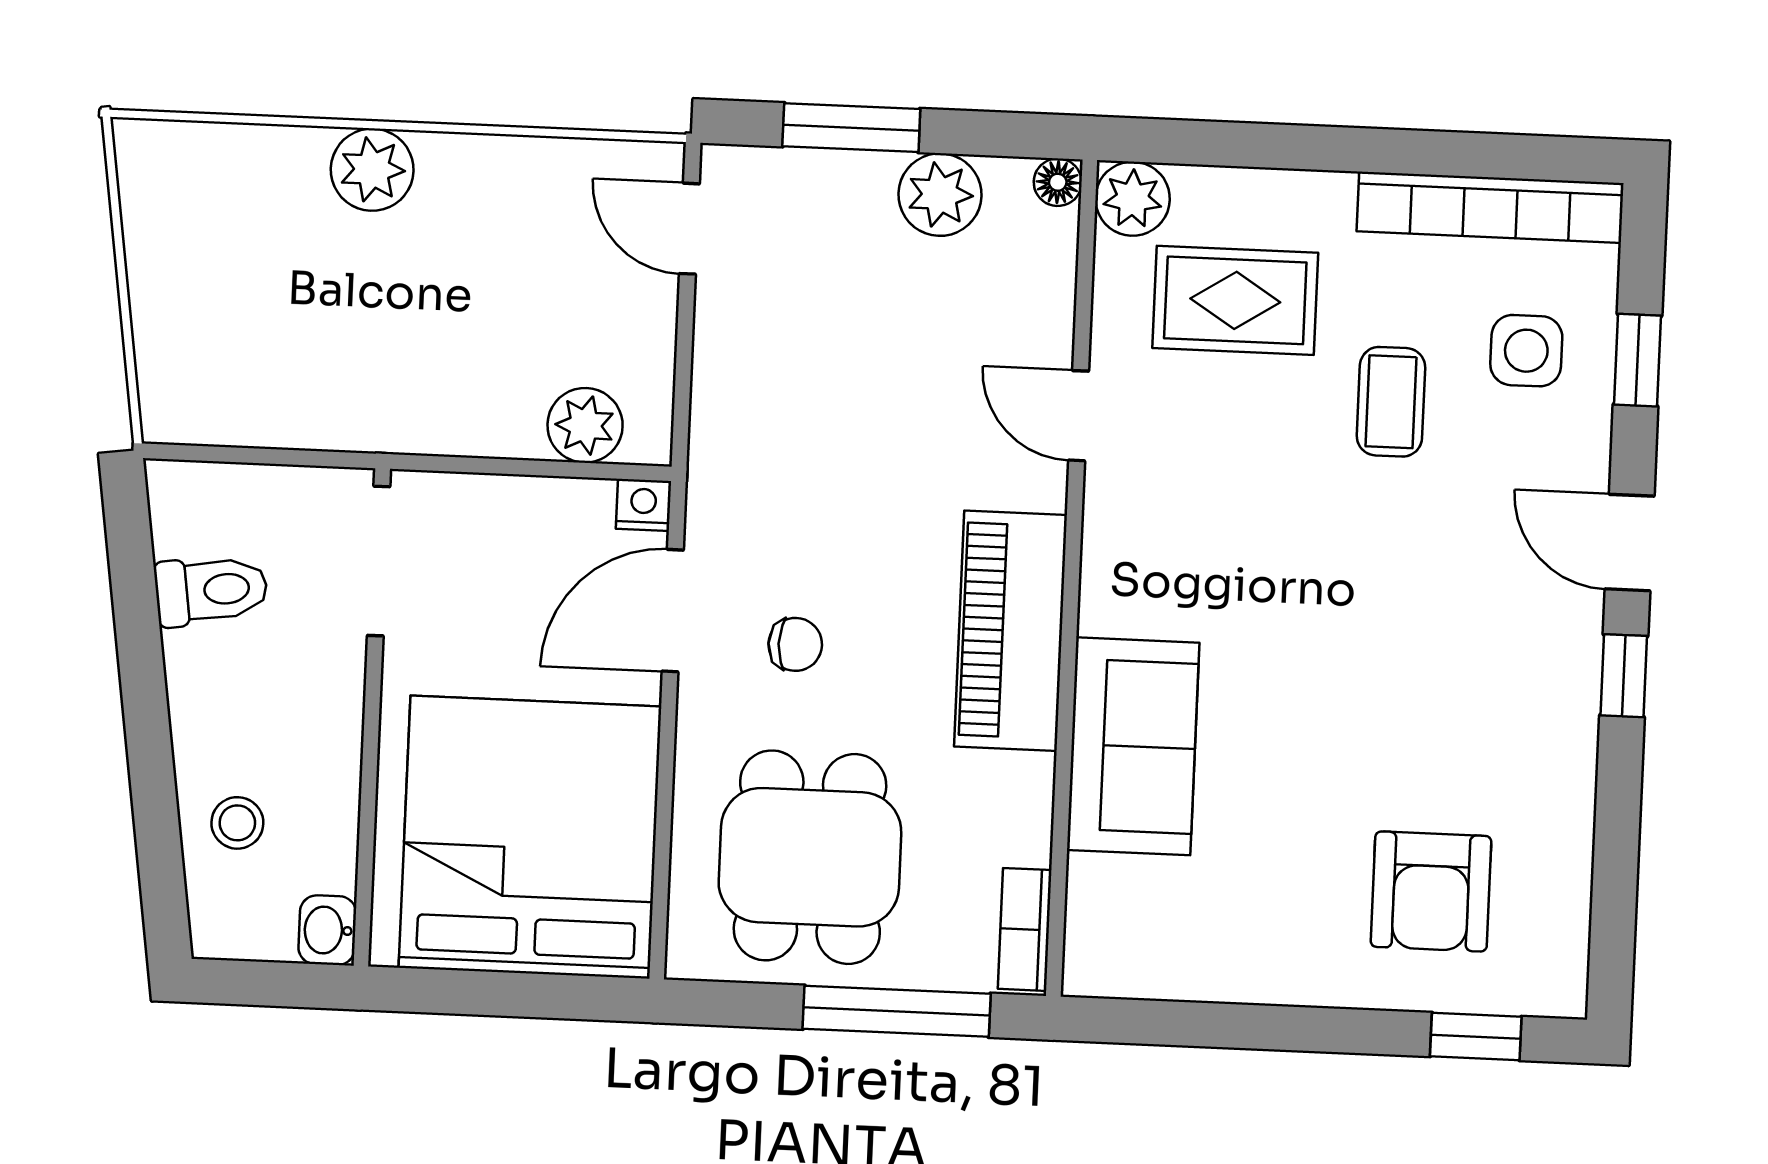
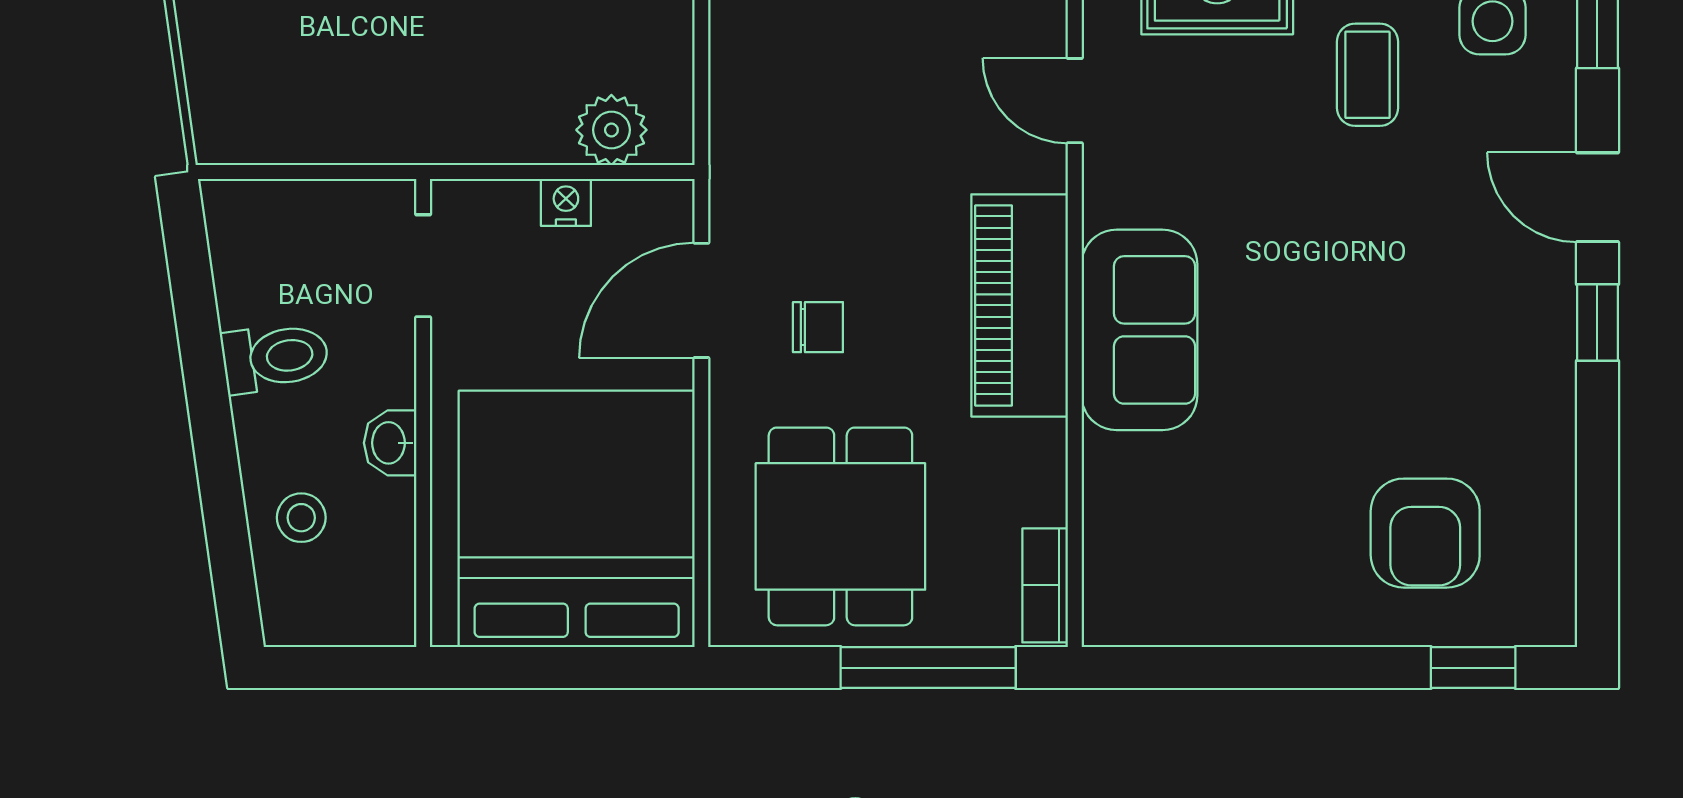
nightstand: (643, 505) -> (566, 202), moved
doorway: (379, 561) -> (423, 266), width x0.73
toilet: (211, 590) -> (275, 357), moved
sofa: (1133, 746) -> (1139, 330), moved
washbasin: (327, 930) -> (390, 443), moved

